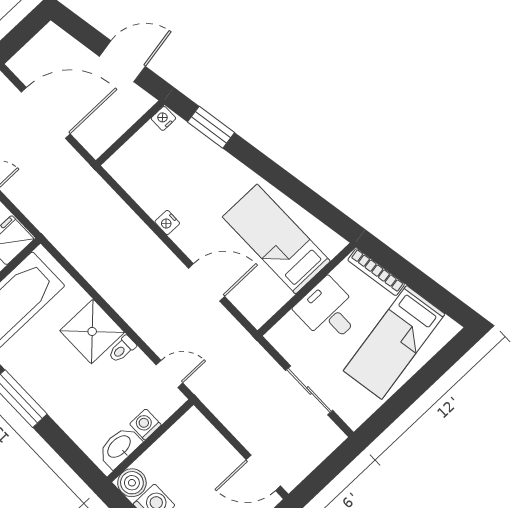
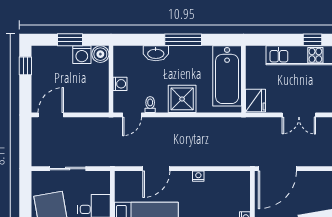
door: (46, 113) -> (277, 169), moved
toilet: (122, 349) -> (150, 105), moved
washbasin: (120, 447) -> (156, 53), moved, turned 90

